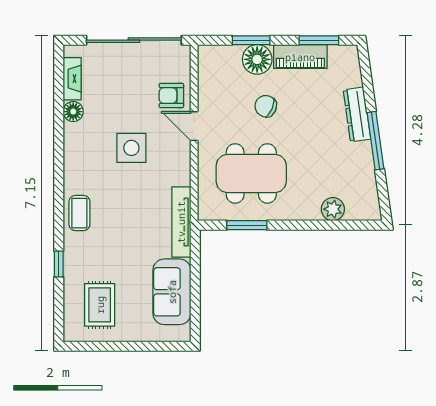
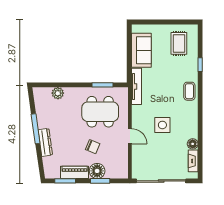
armchair: (171, 96) -> (142, 152), removed

